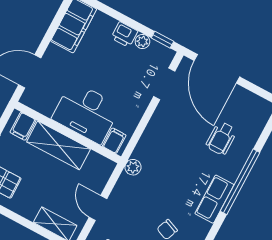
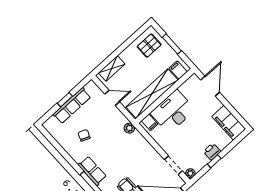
window: (162, 40) -> (214, 161), moved
plant: (142, 41) -> (190, 173), moved
shelving: (59, 145) -> (152, 94), width x1.47

